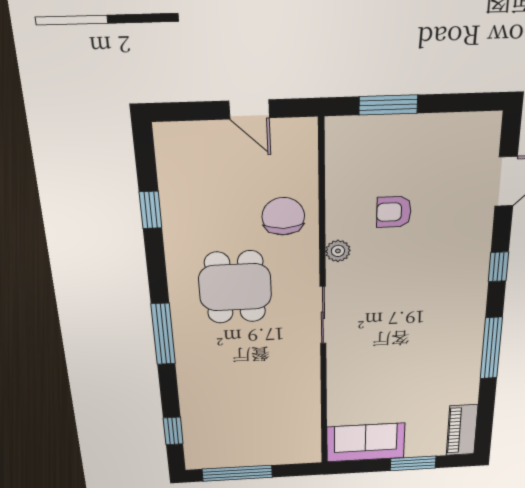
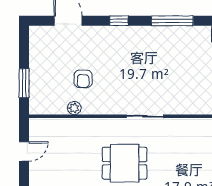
chair: (283, 216) -> (83, 136), removed
plant: (338, 251) -> (74, 108), moved

